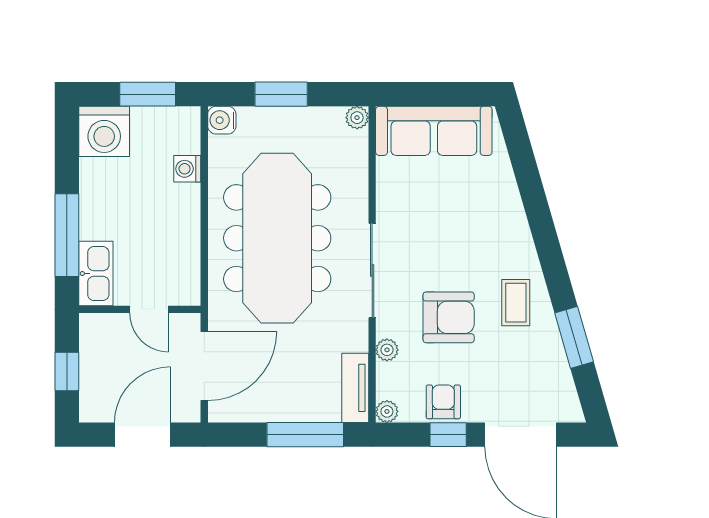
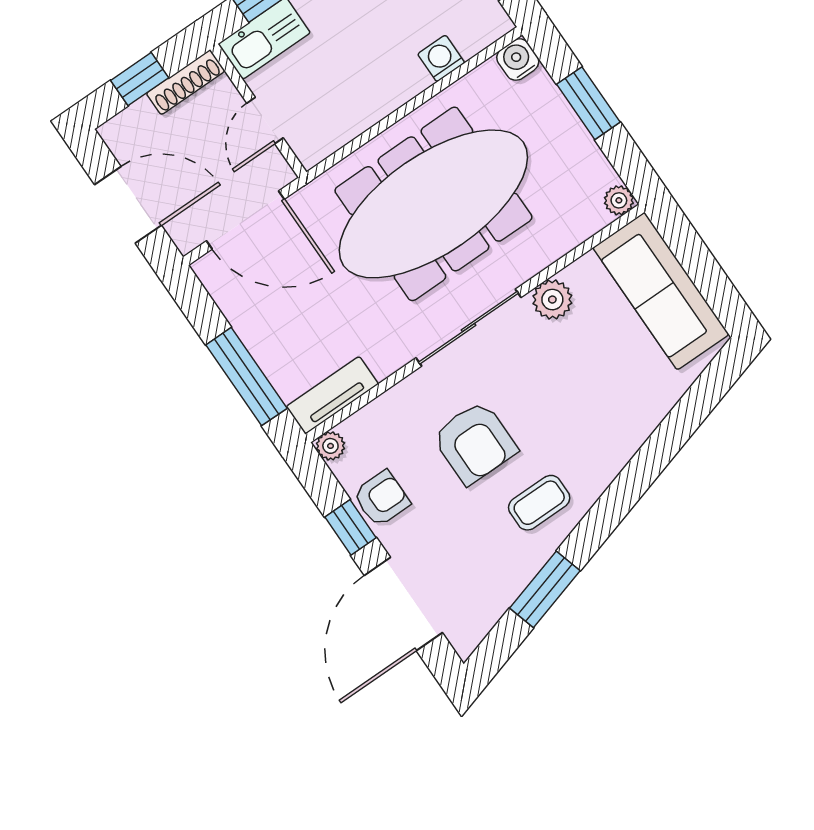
shoe rack: (89, 343) -> (186, 82), added
plant: (387, 350) -> (552, 300), moved, width x1.38, depth x1.38

